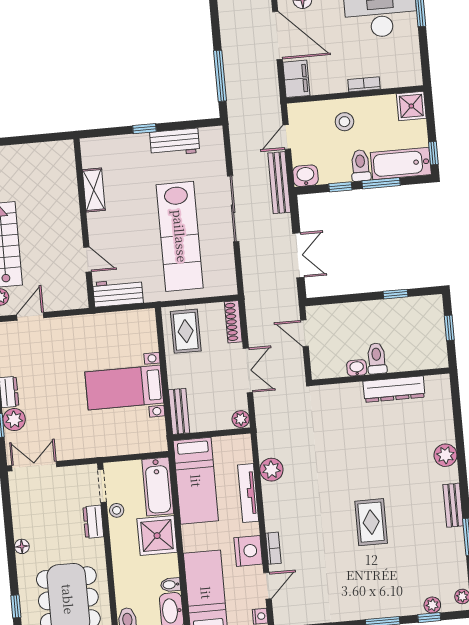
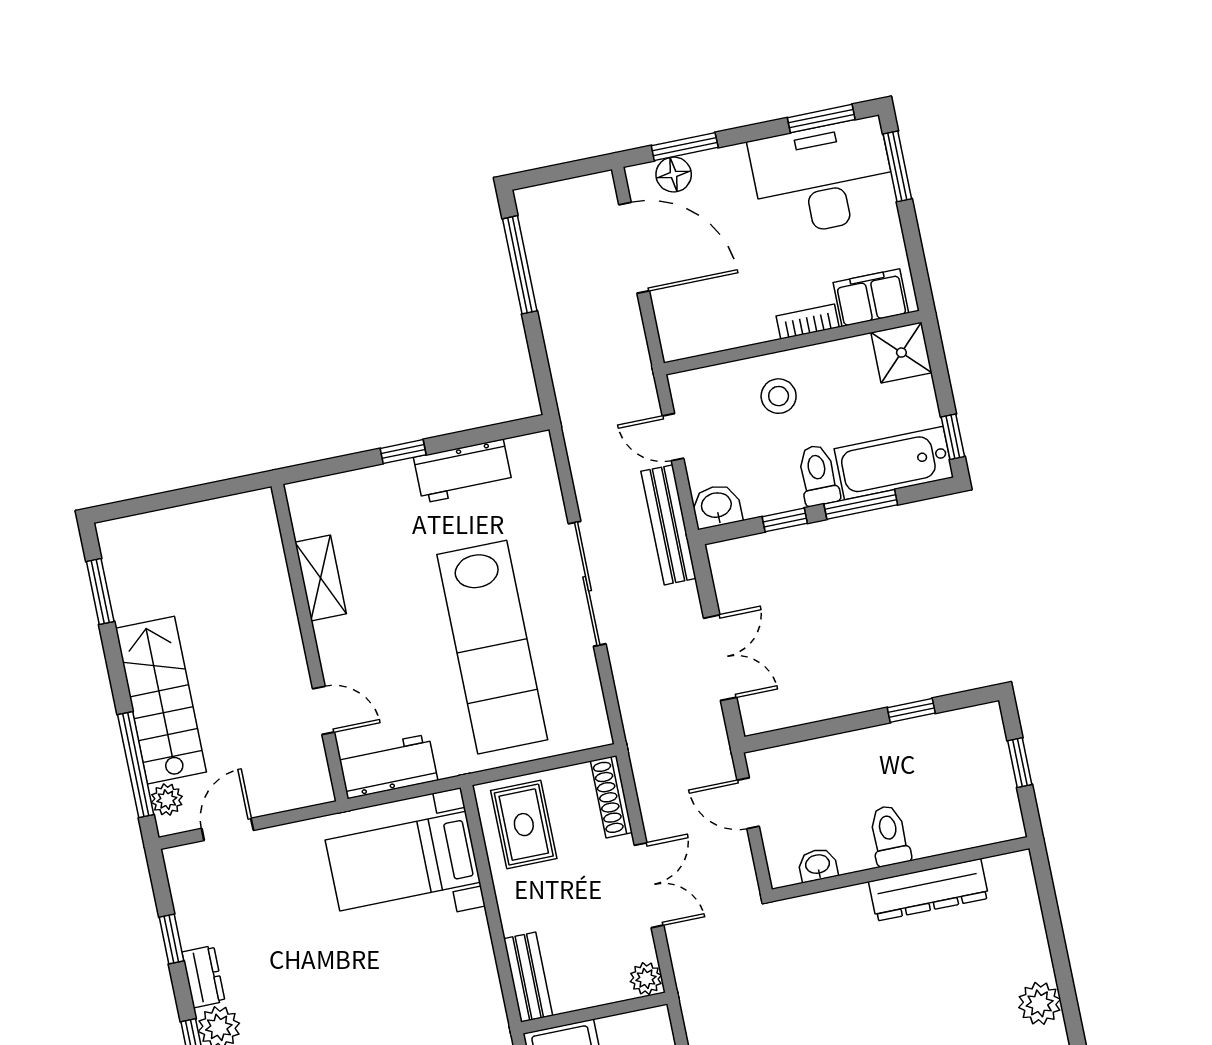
window: (220, 76) -> (520, 265), moved
filing cabinet: (296, 79) -> (871, 298), moved, turned -90
door: (287, 137) -> (673, 437), hinge flipped
washbasin: (357, 368) -> (818, 865), moved
bed with nightstands: (124, 388) -> (403, 861), moved

